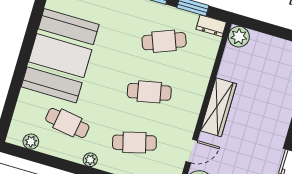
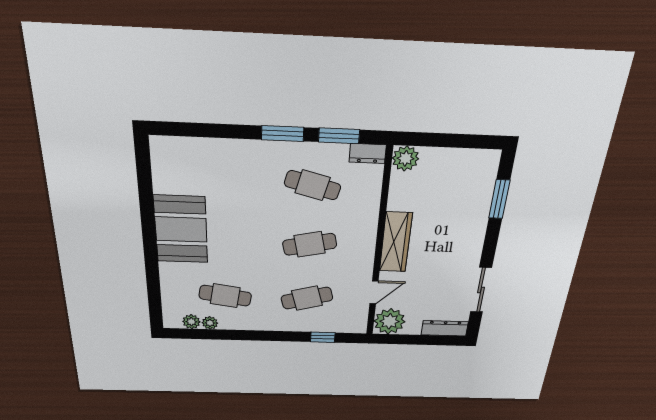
cafe table: (164, 41) -> (313, 185), turned 36
booth: (60, 56) -> (181, 229), width x0.73, depth x0.70
plant: (90, 160) -> (210, 323), moved

